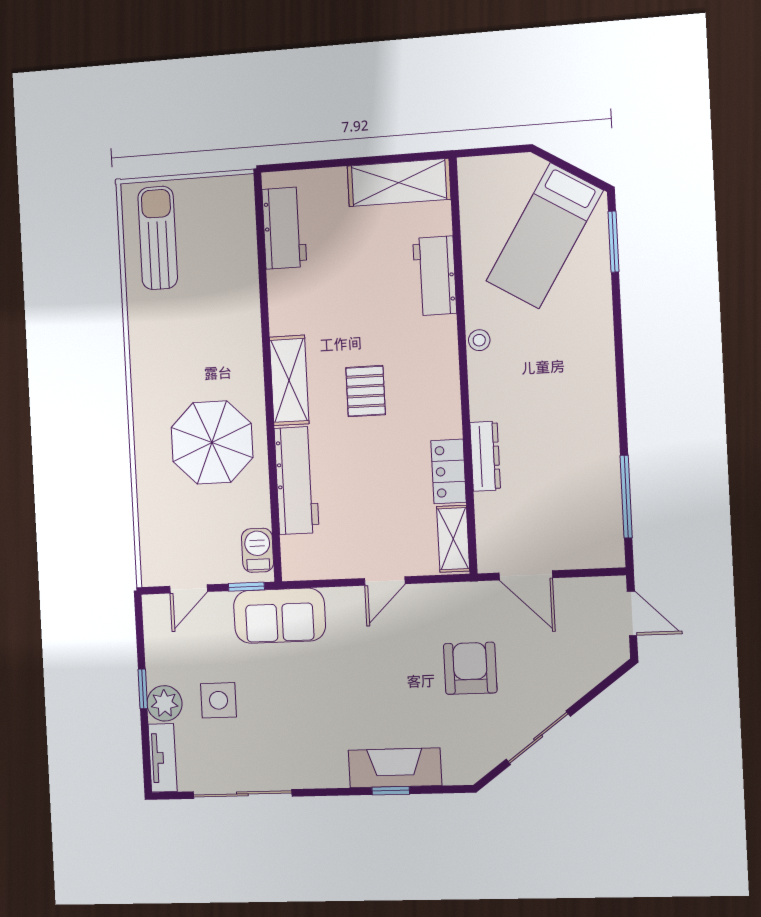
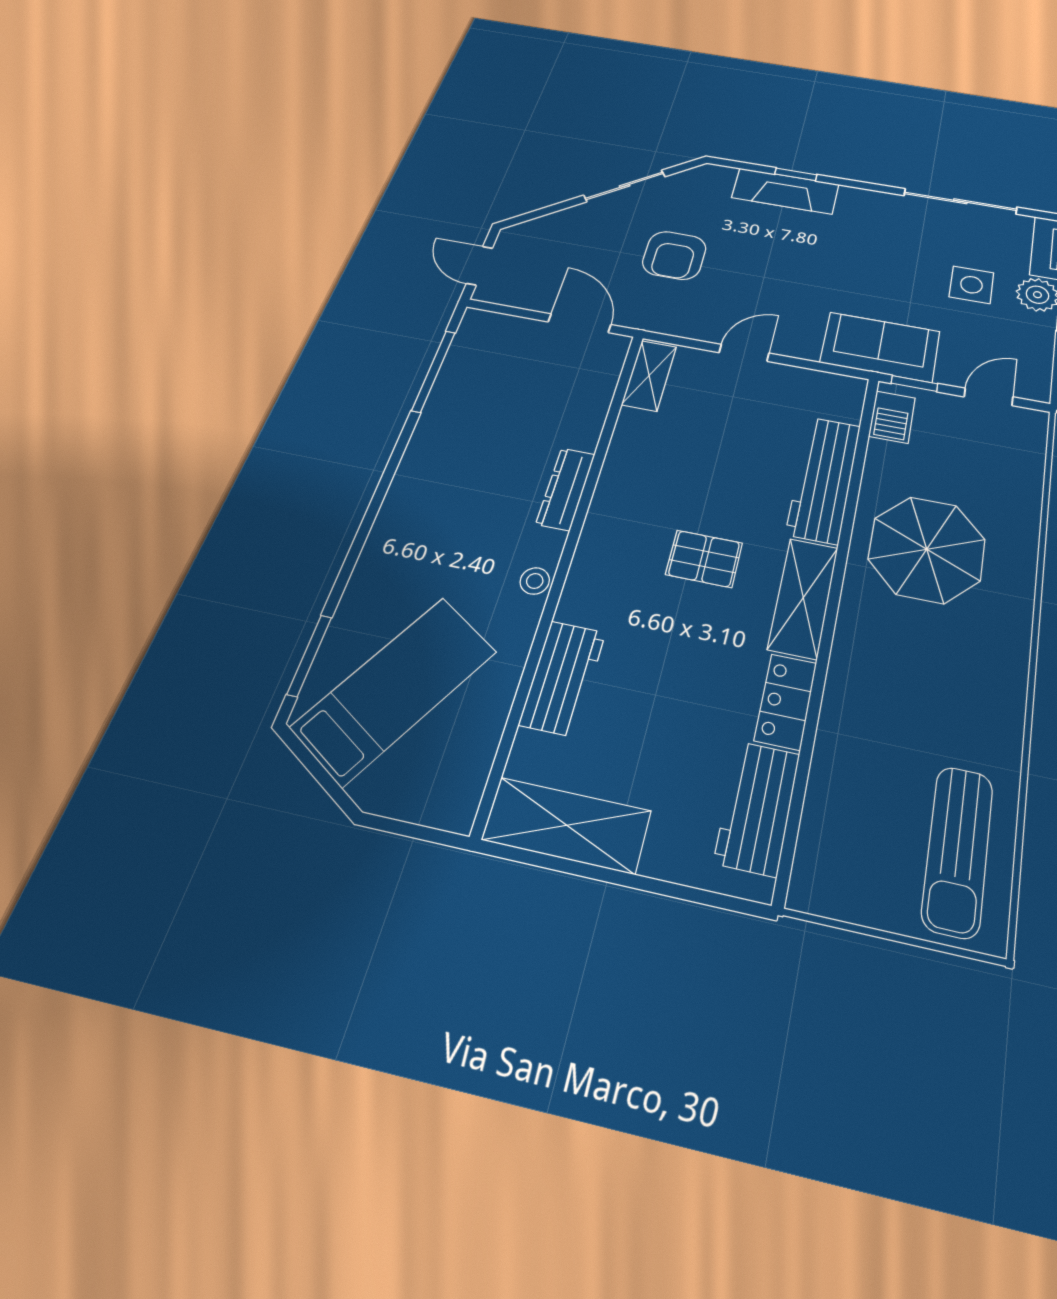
pallet: (366, 391) -> (704, 559), turned 90
dresser: (485, 456) -> (566, 489), moved
locker: (449, 471) -> (786, 701), moved, turned 180

